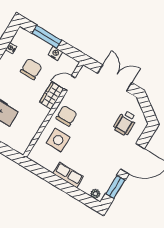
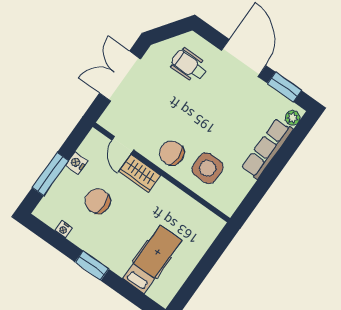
wheelchair: (125, 123) -> (189, 65), turned 180
row of seats: (68, 175) -> (267, 149), width x1.48

